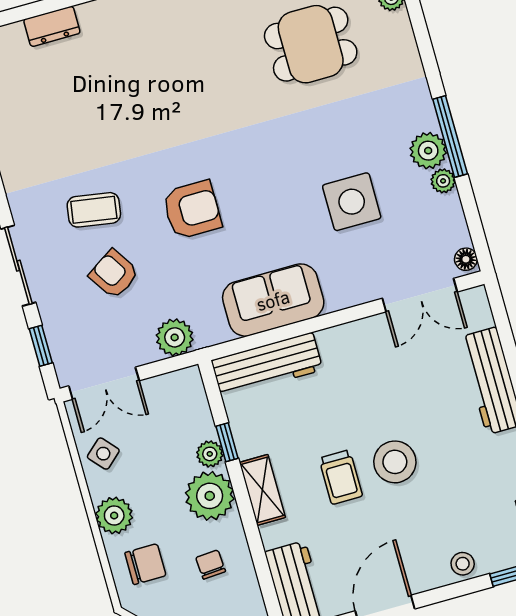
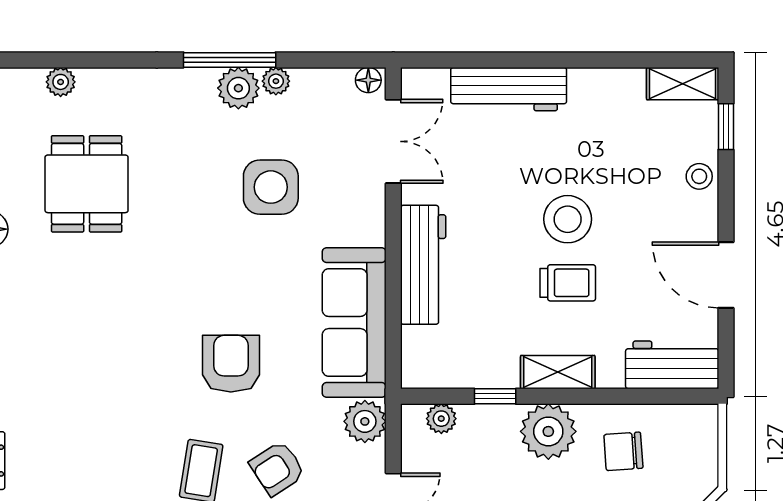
sofa: (273, 300) -> (354, 323), width x1.36
workbench: (267, 365) -> (423, 265), moved
plant: (210, 454) -> (441, 419), moved
chair: (211, 565) -> (623, 451), width x1.37, depth x1.37

